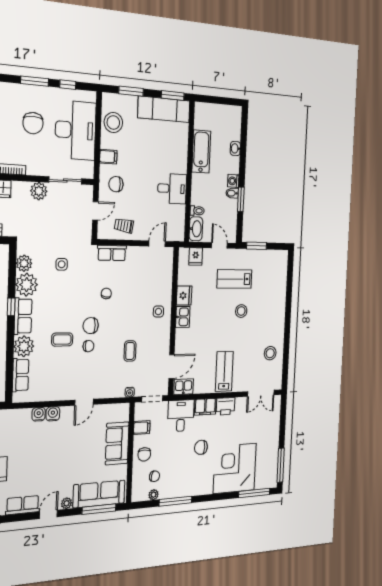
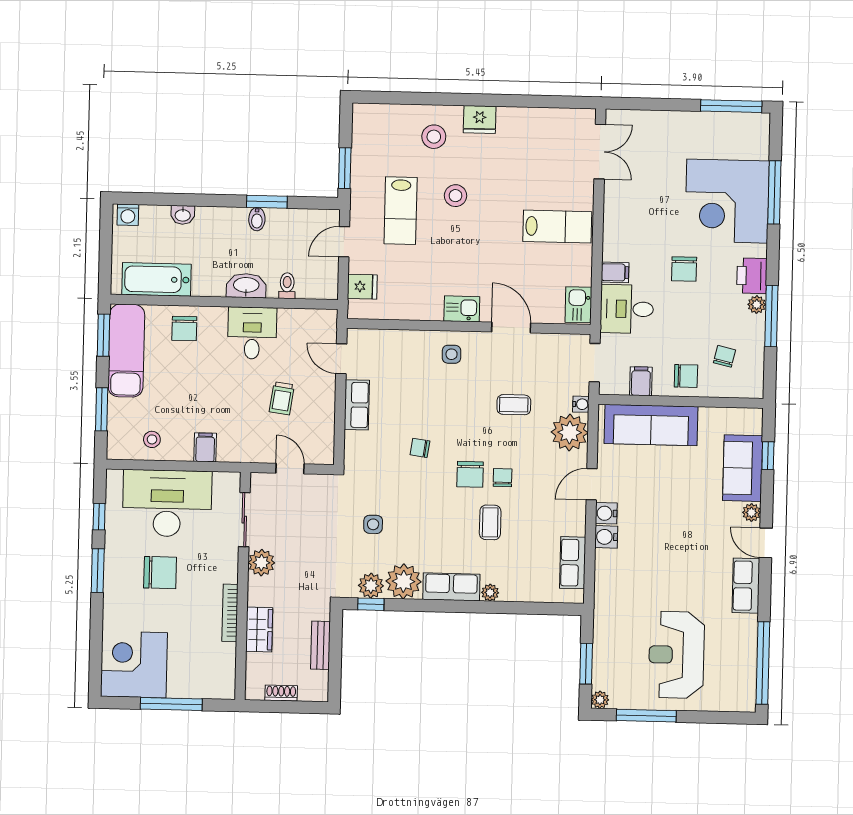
stool: (113, 123) -> (152, 439), width x0.53, depth x0.53
bathtub: (201, 152) -> (156, 279), moved
washing machine: (233, 181) -> (128, 215), moved
chair: (116, 184) -> (184, 329), moved
trolley: (124, 226) -> (282, 398), moved
washbasin: (196, 229) -> (246, 286), moved
row of seats: (112, 253) -> (357, 405), moved
fridge: (184, 296) -> (480, 119), moved, turned 180
window: (11, 307) -> (371, 604), moved
plant: (24, 346) -> (490, 593), width x0.53, depth x0.53
stool: (270, 353) -> (434, 137), moved
door: (172, 367) -> (511, 327), moved
lab bench: (224, 371) -> (557, 227), turned 180
row of seats: (21, 375) -> (573, 563), moved, turned -90
plant: (114, 386) -> (570, 432), added
door: (84, 402) -> (592, 484), swing flipped
printer: (226, 406) -> (752, 276), moved, turned 180
filing cabinet: (205, 407) -> (615, 272), width x0.50
water cooler: (39, 414) -> (606, 513), moved
sofa: (117, 443) -> (651, 425), width x1.36
window: (254, 493) -> (774, 192), moved
sofa: (99, 494) -> (743, 468), width x0.73
plant: (154, 495) -> (757, 305), moved
window: (99, 509) -> (768, 456), width x0.46

